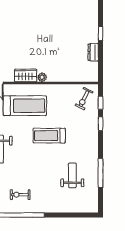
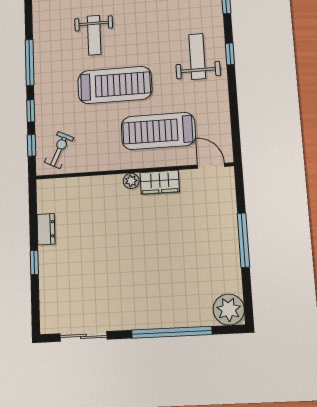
treadmill: (49, 136) -> (115, 85), width x1.37, depth x1.38
window: (101, 173) -> (30, 62), moved
weight bench: (72, 175) -> (94, 35), moved

